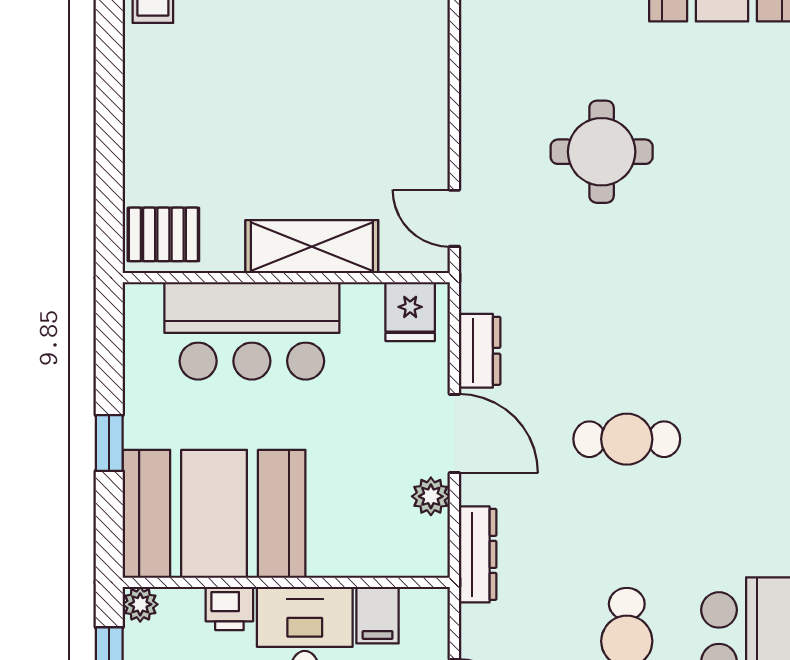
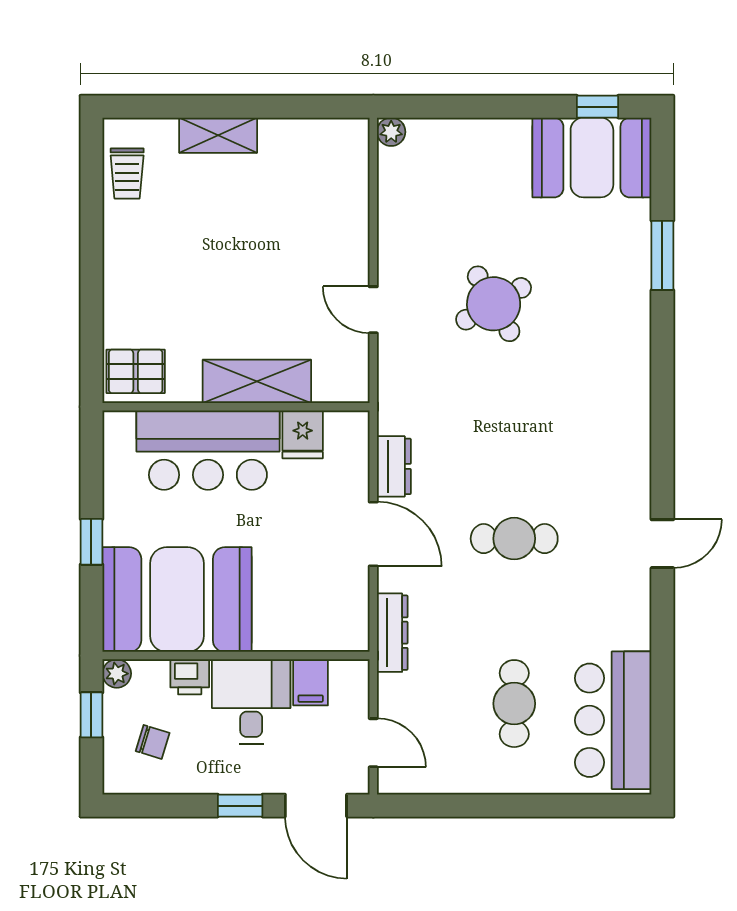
round table: (602, 152) -> (494, 304), turned -30
door: (454, 218) -> (373, 310), moved
fridge: (410, 312) -> (303, 434), moved
plant: (431, 496) -> (354, 585), removed

